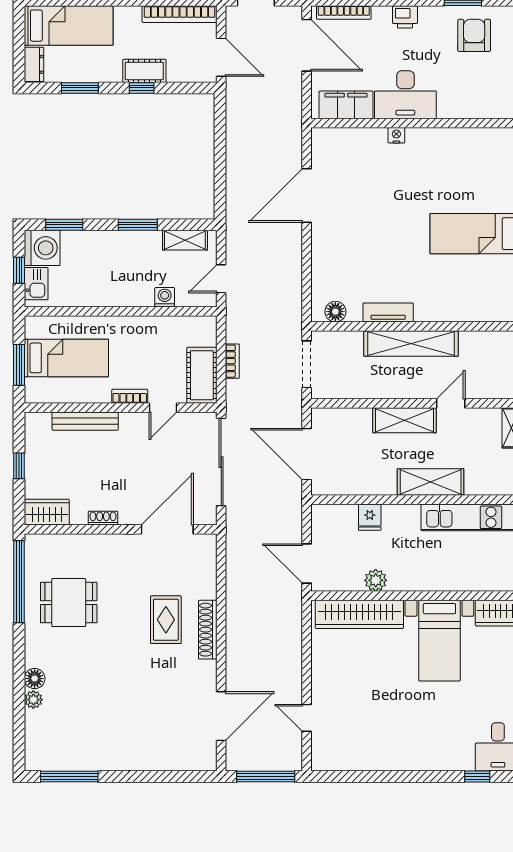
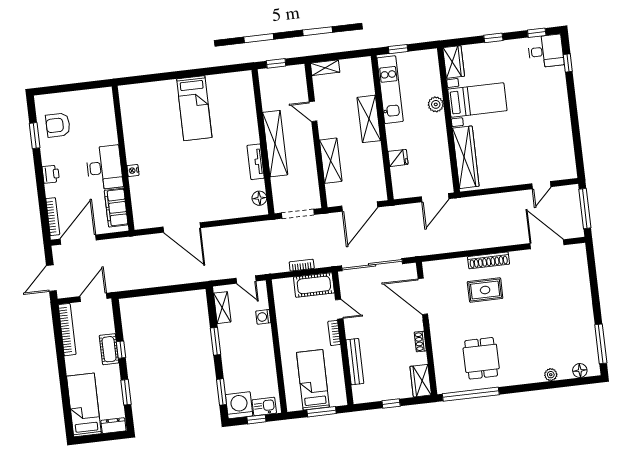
shelving: (405, 420) -> (331, 161), moved
plant: (376, 580) -> (436, 104), moved
floor lamp: (35, 679) -> (580, 370), moved

